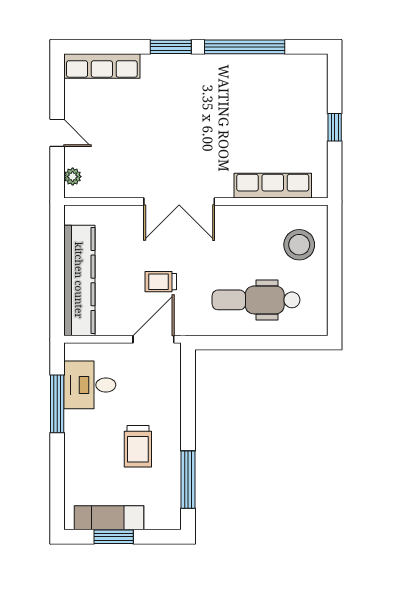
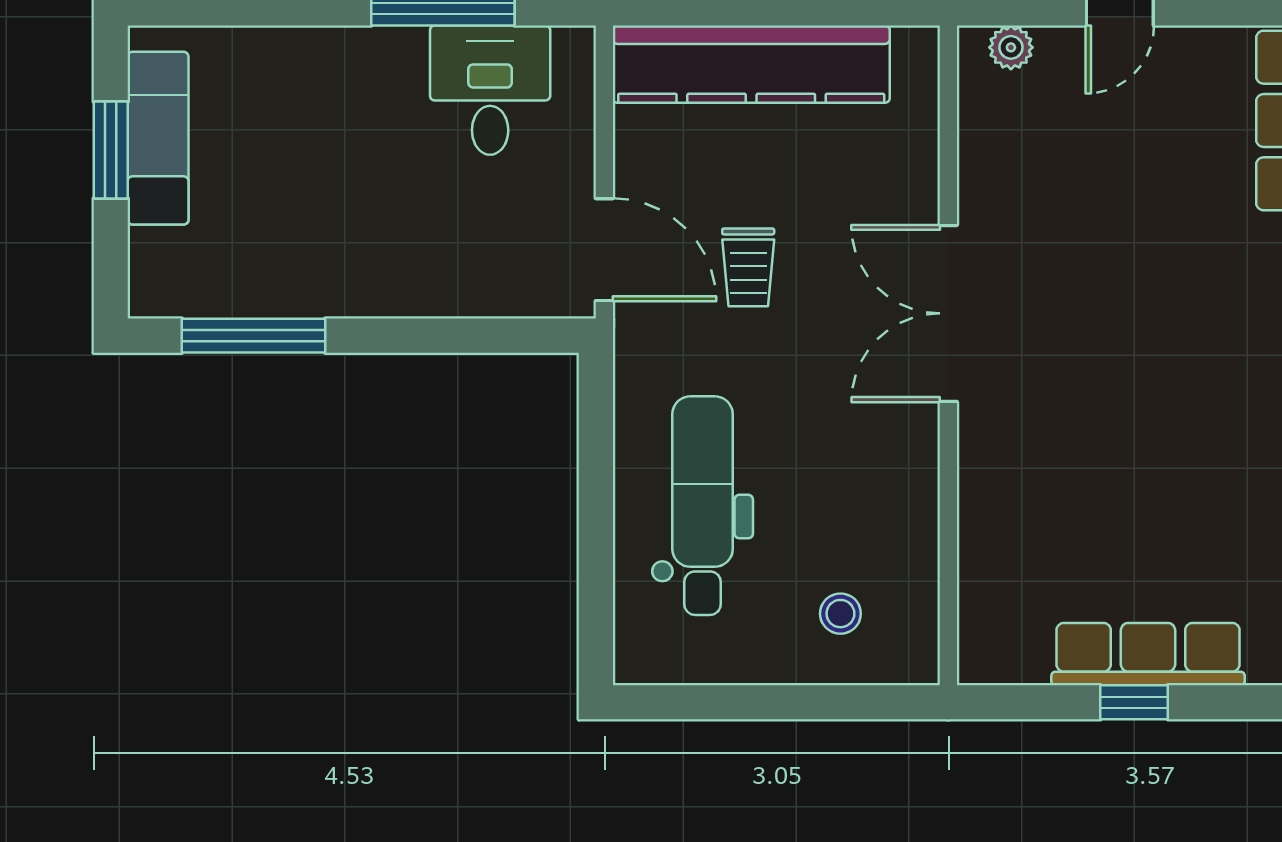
row of seats: (273, 186) -> (1148, 654), moved, turned -90
stool: (299, 245) -> (840, 614), width x0.53, depth x0.53
trolley: (161, 282) -> (748, 267), turned 180
trolley: (138, 446) -> (337, 211), removed

